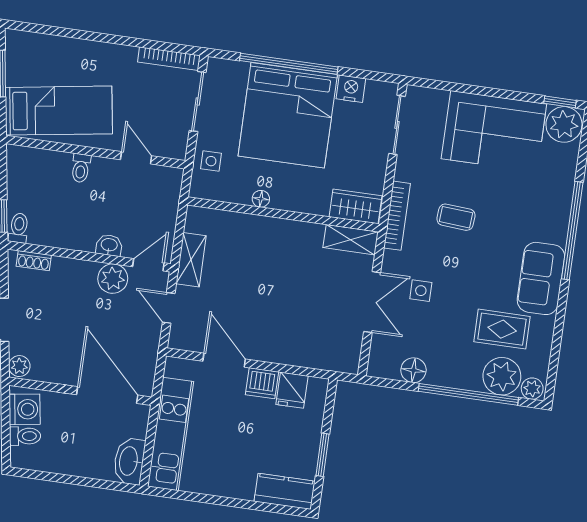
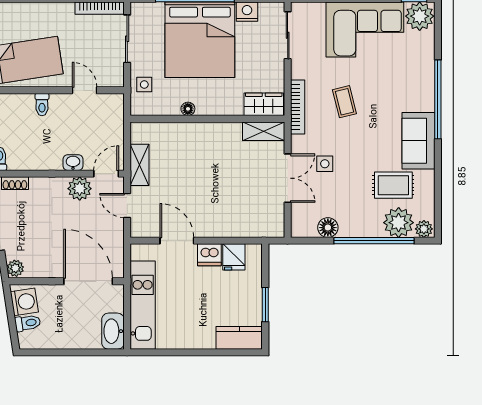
coffee table: (456, 217) -> (344, 102), turned 72

